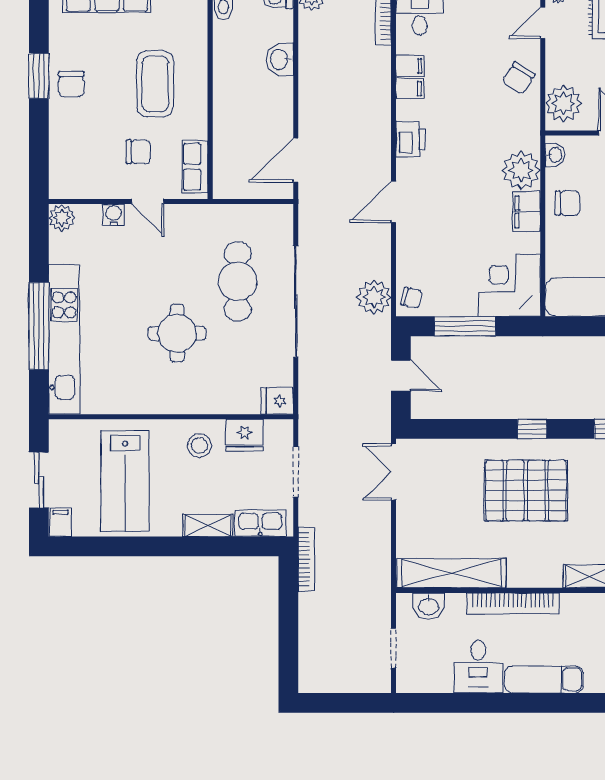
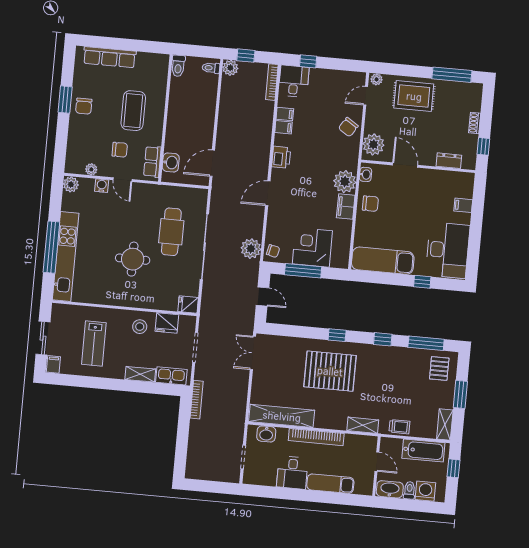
washbasin: (280, 60) -> (171, 162), moved, turned 180
plant: (94, 189) -> (91, 169), added
corner desk: (509, 285) -> (312, 247), moved
lab bench: (125, 481) -> (94, 343), width x0.73, depth x0.72

